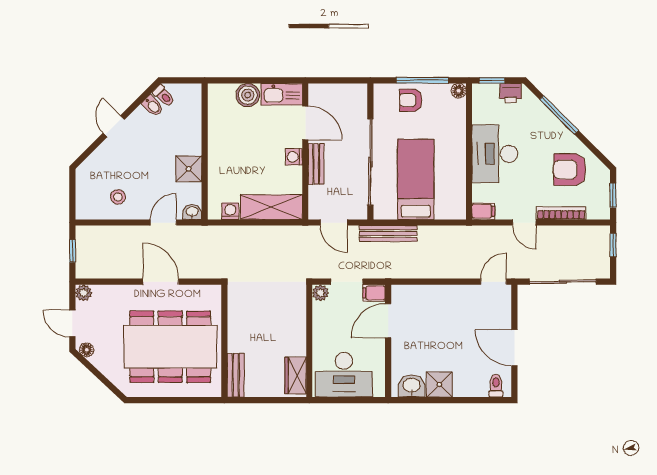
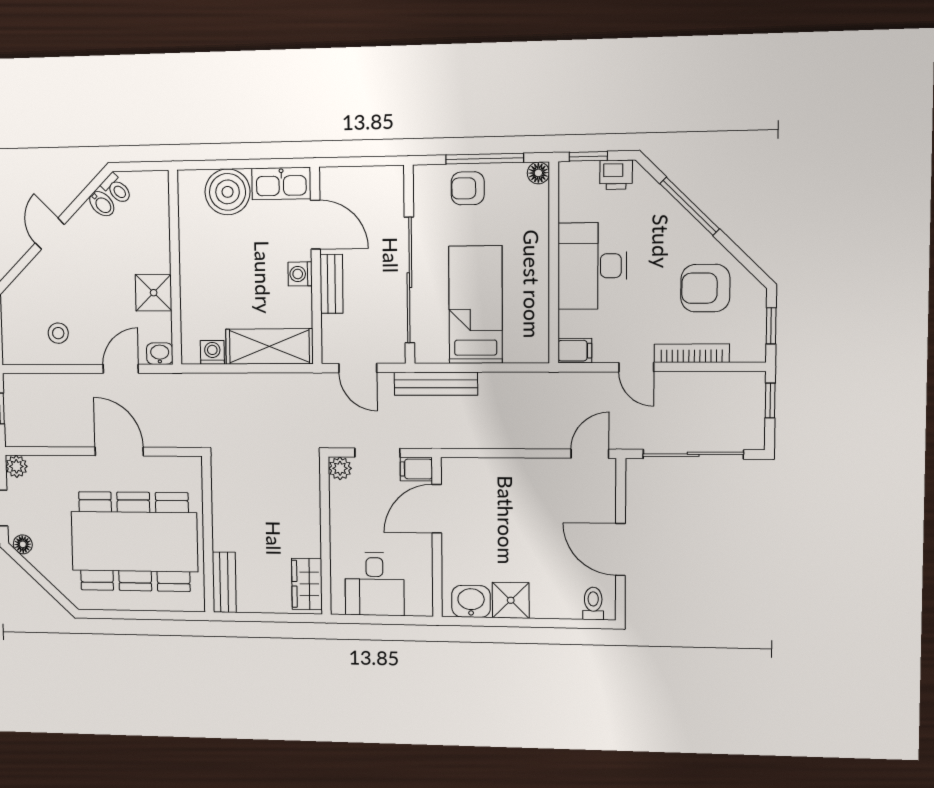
boiler: (248, 95) -> (228, 192), width x1.37, depth x1.37
desk: (344, 375) -> (375, 584), width x0.73

